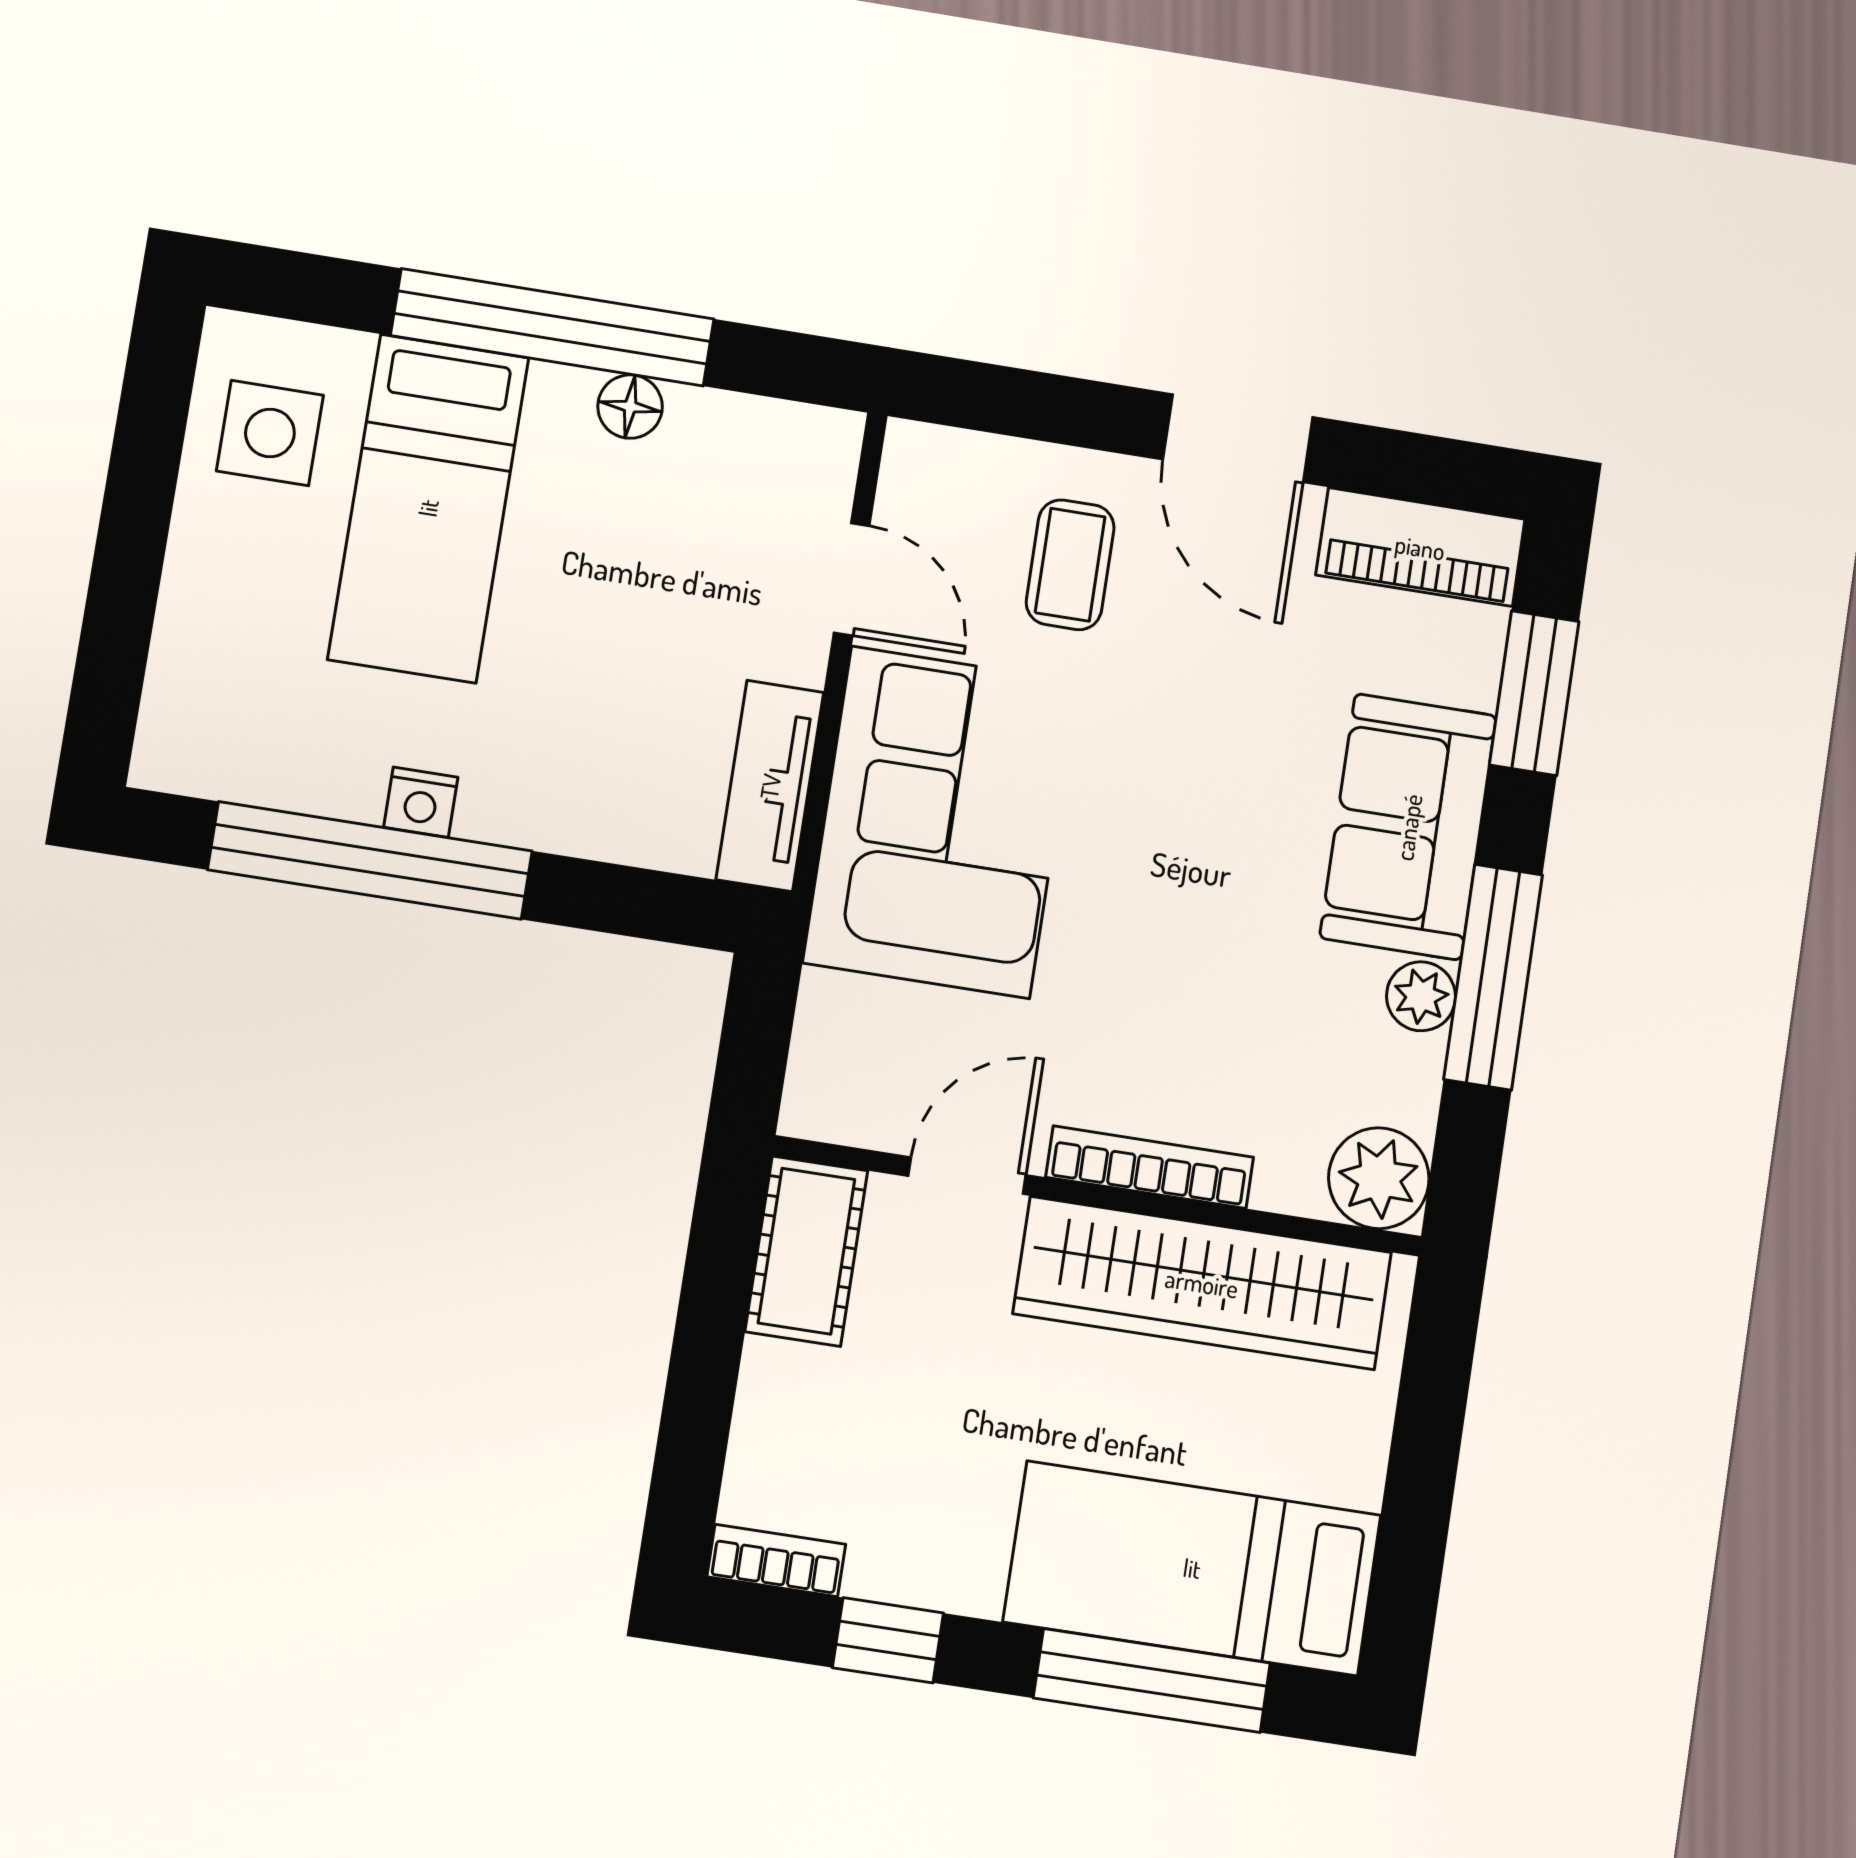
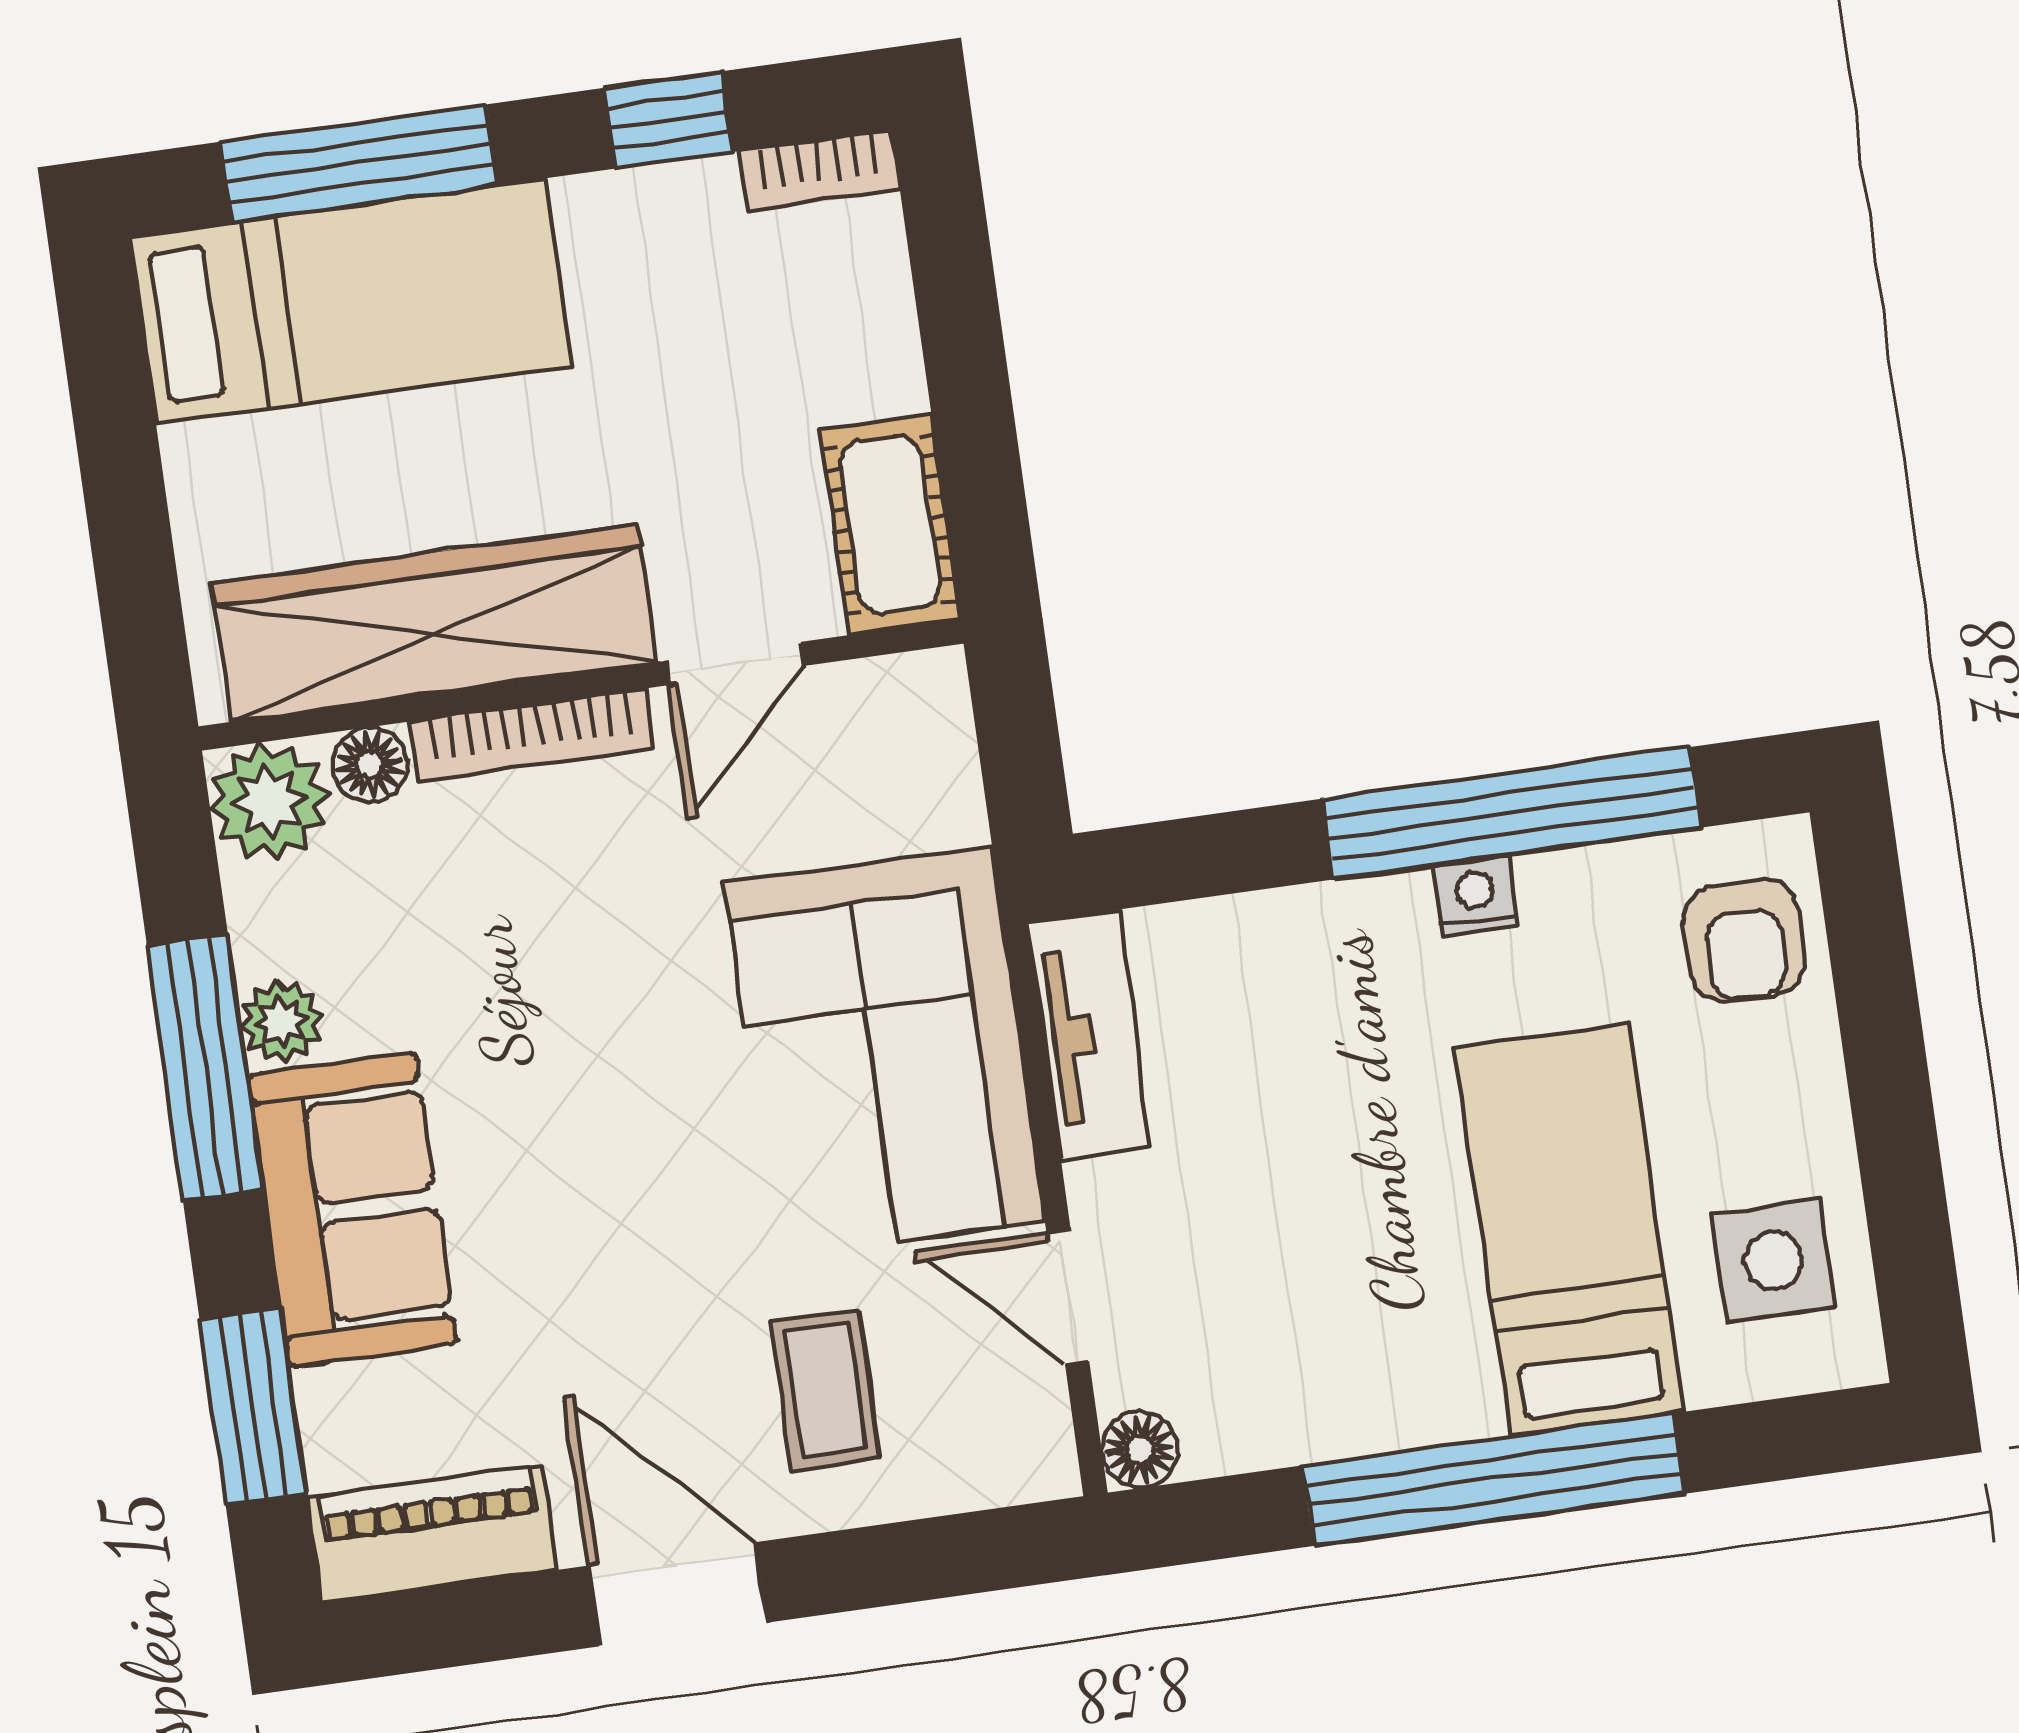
floor lamp: (630, 407) -> (1140, 1450), moved
armchair: (212, 699) -> (1744, 941), added
floor lamp: (1289, 1183) -> (370, 765), added

